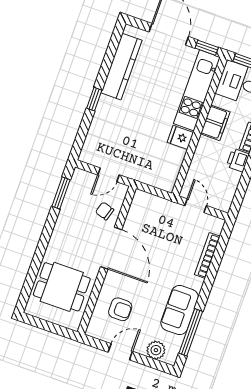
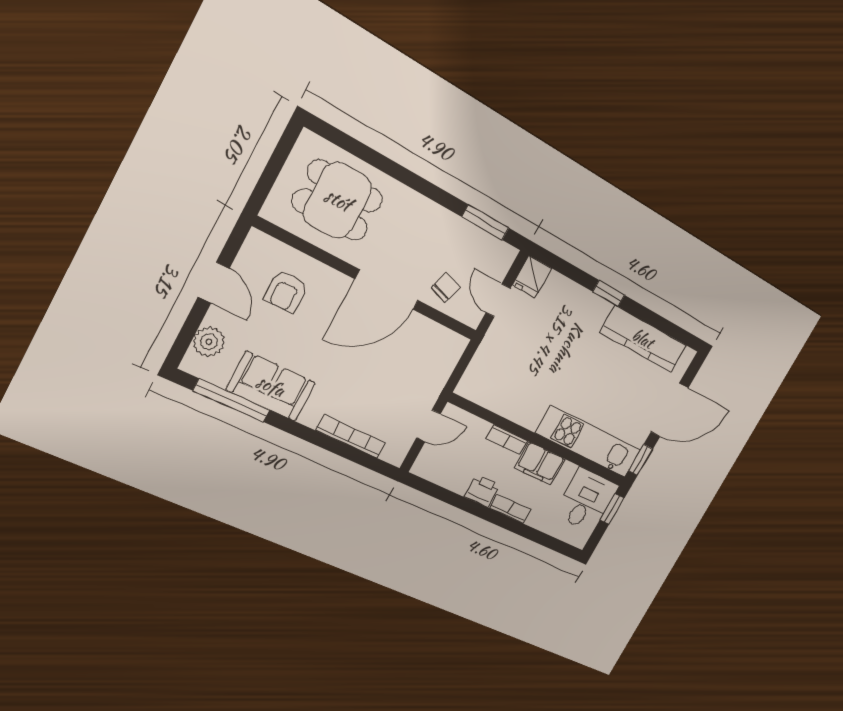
fridge: (180, 137) -> (532, 277), moved, turned 180
bookcase: (201, 150) -> (507, 440), added
dining table: (62, 287) -> (338, 200), turned 90

